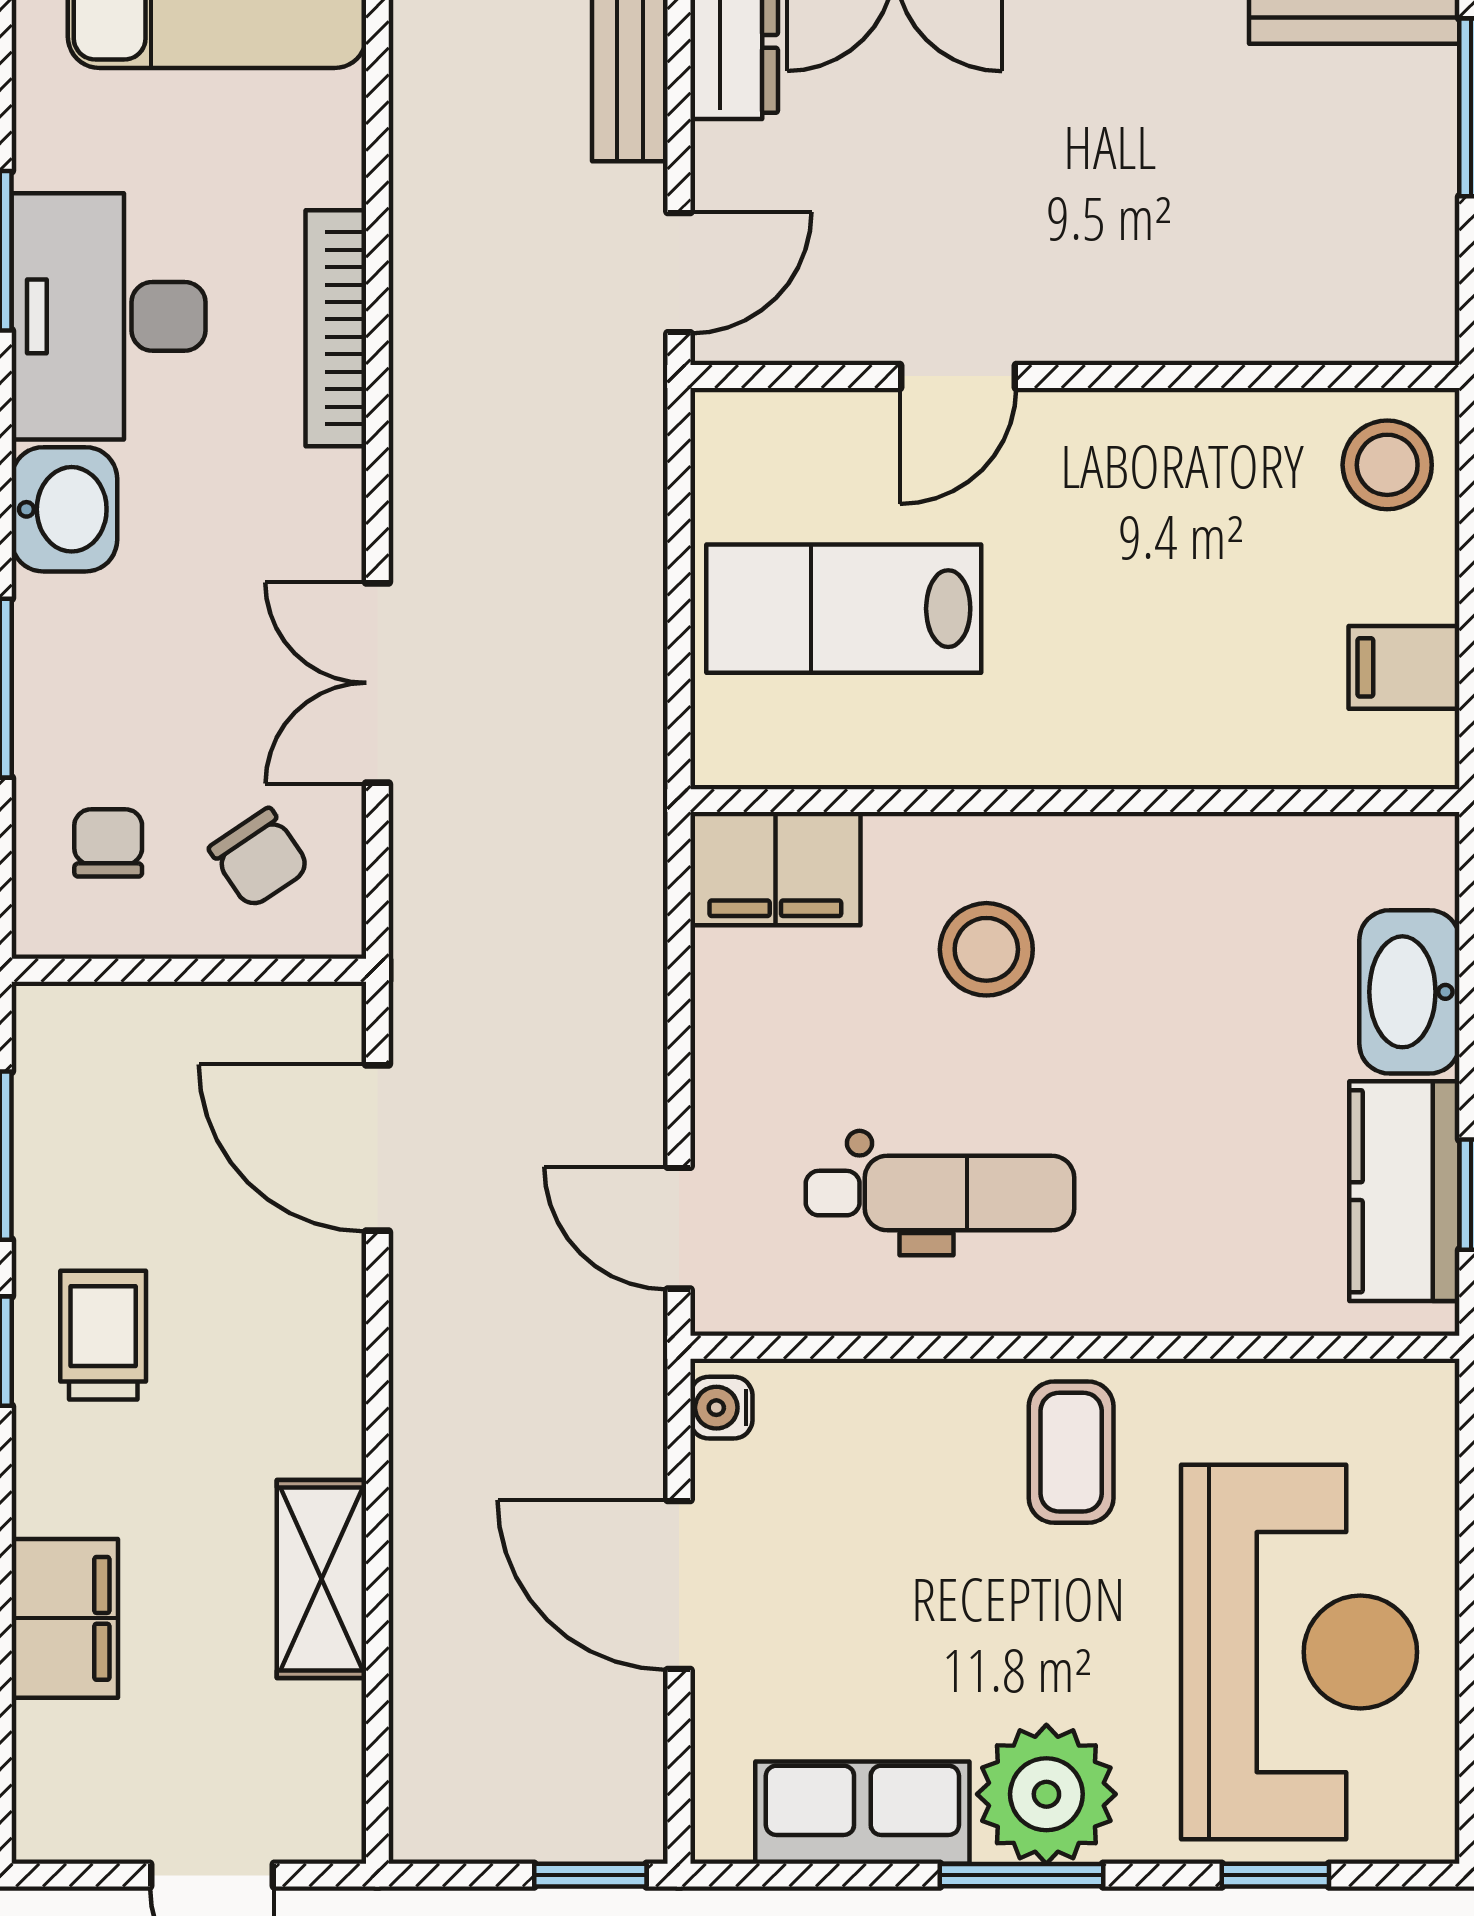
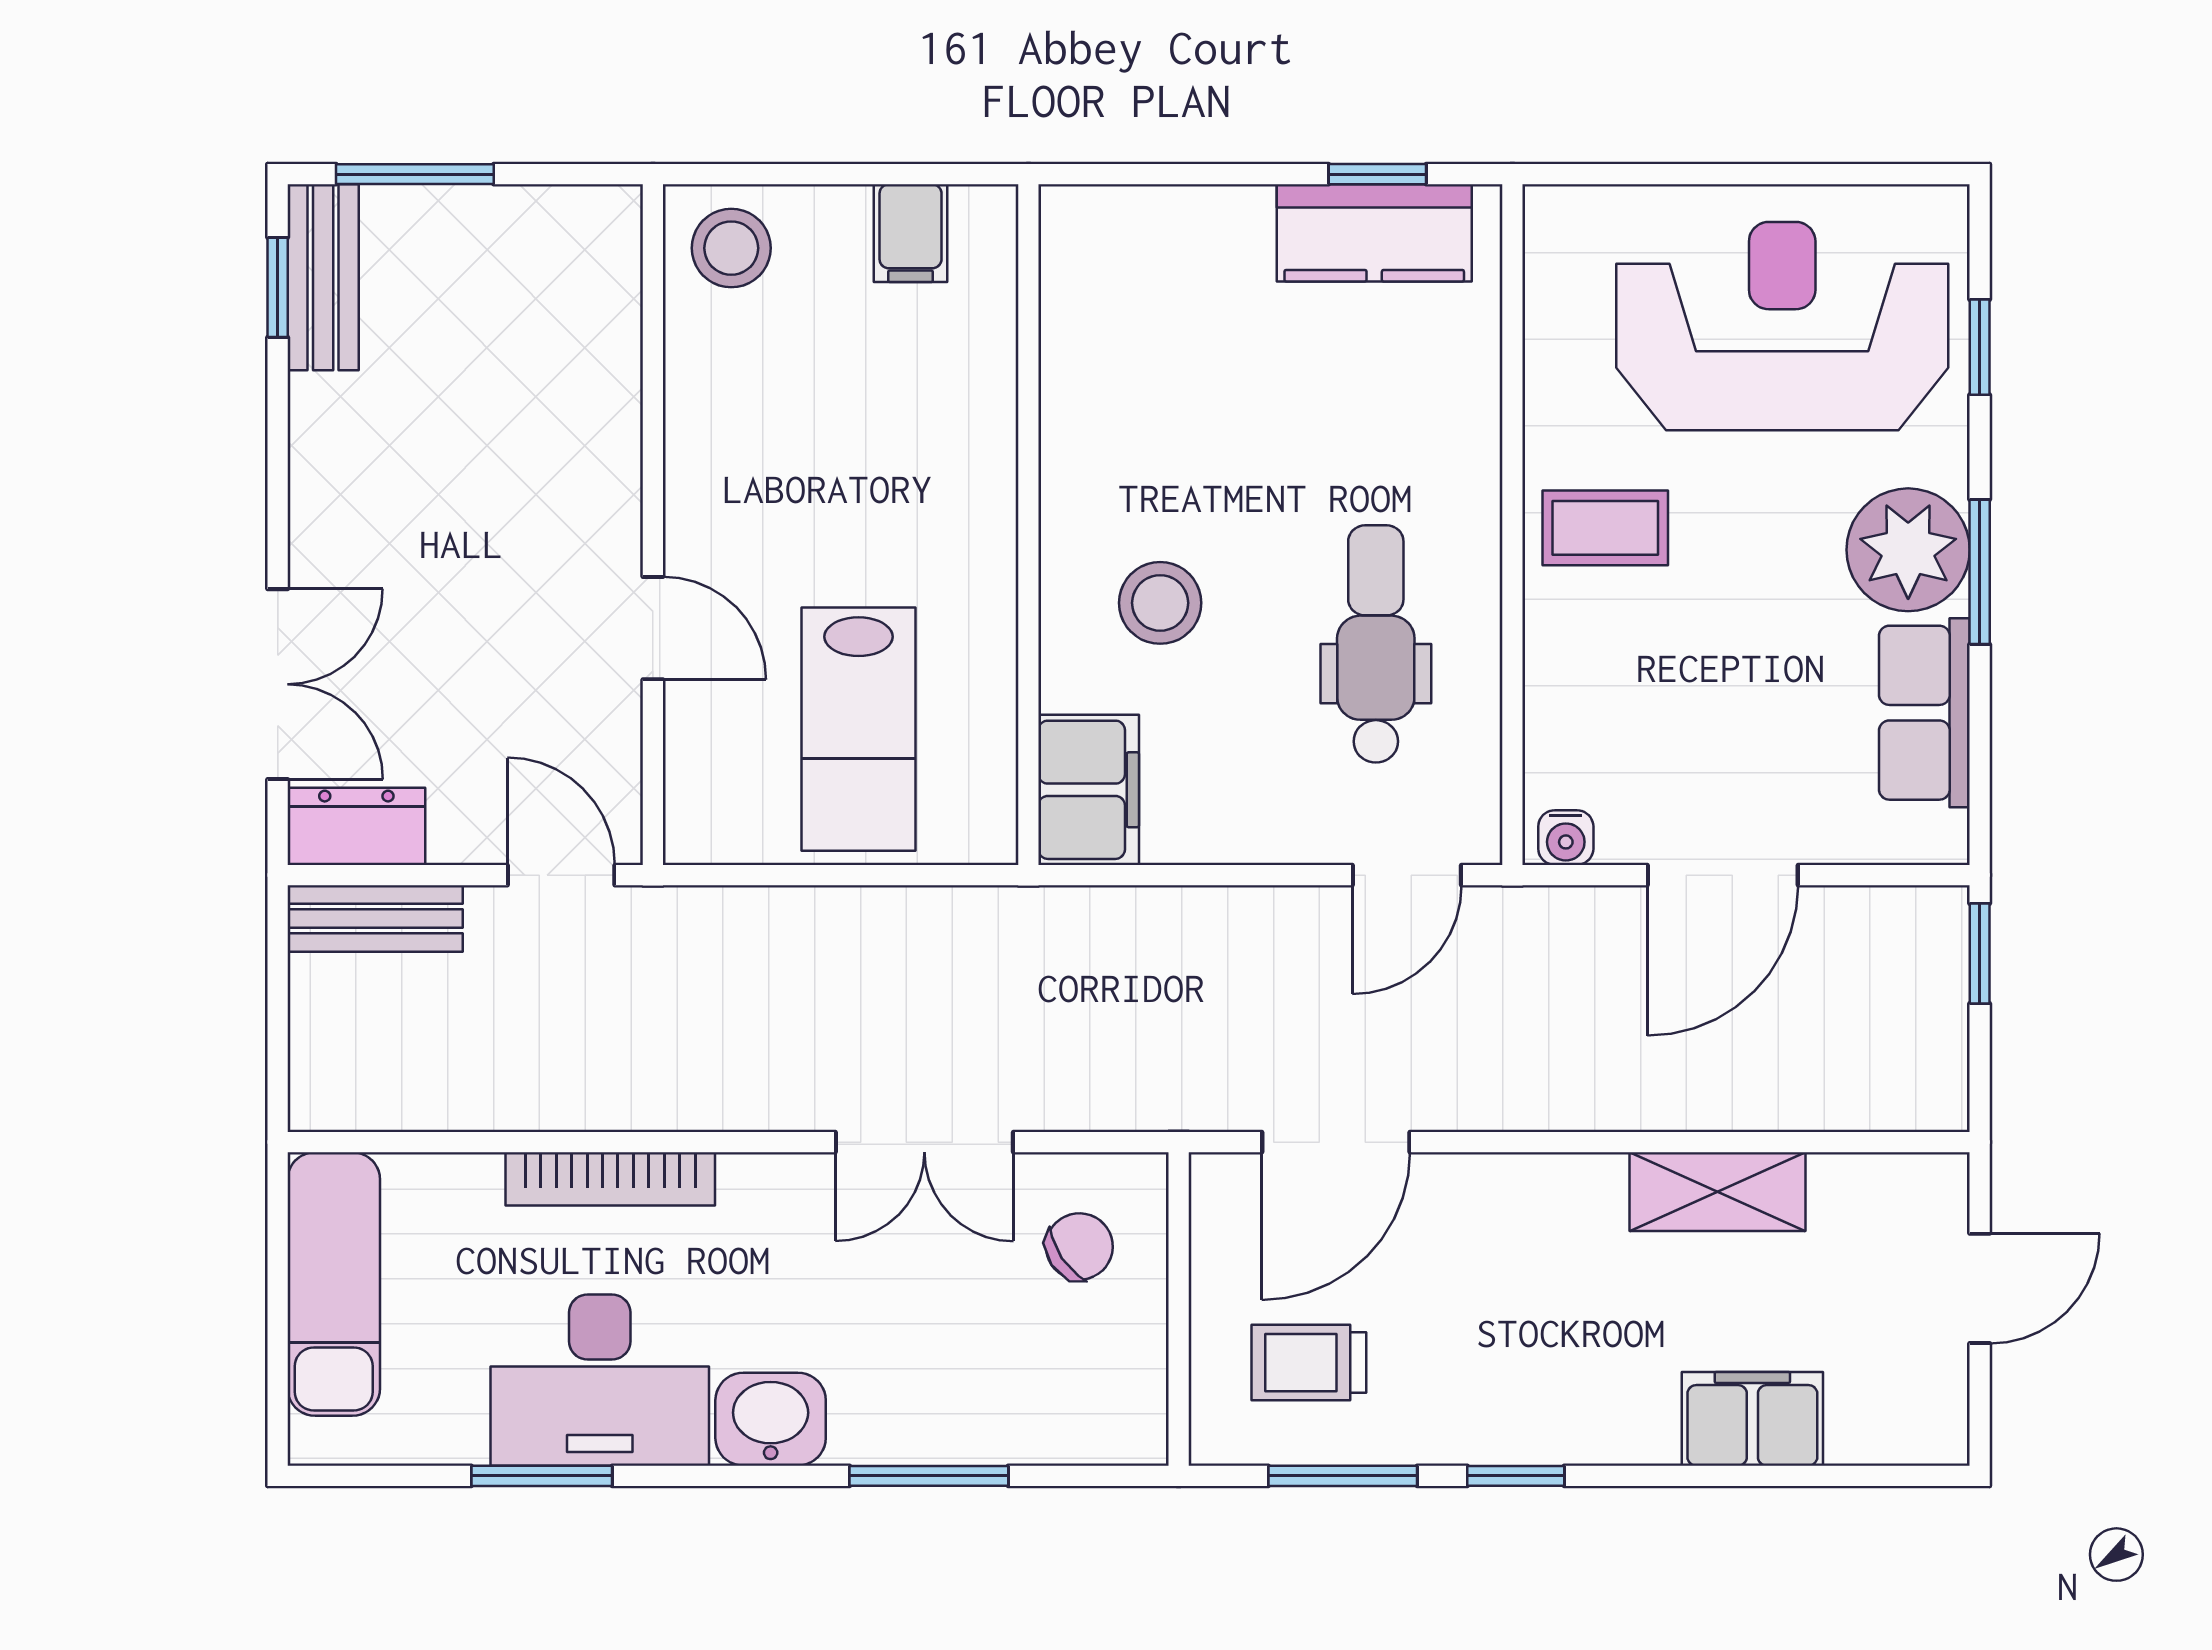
chair: (108, 843) -> (1066, 1380), removed
washbasin: (1409, 992) -> (1198, 228), removed
trolley: (103, 1335) -> (1309, 1363), moved

